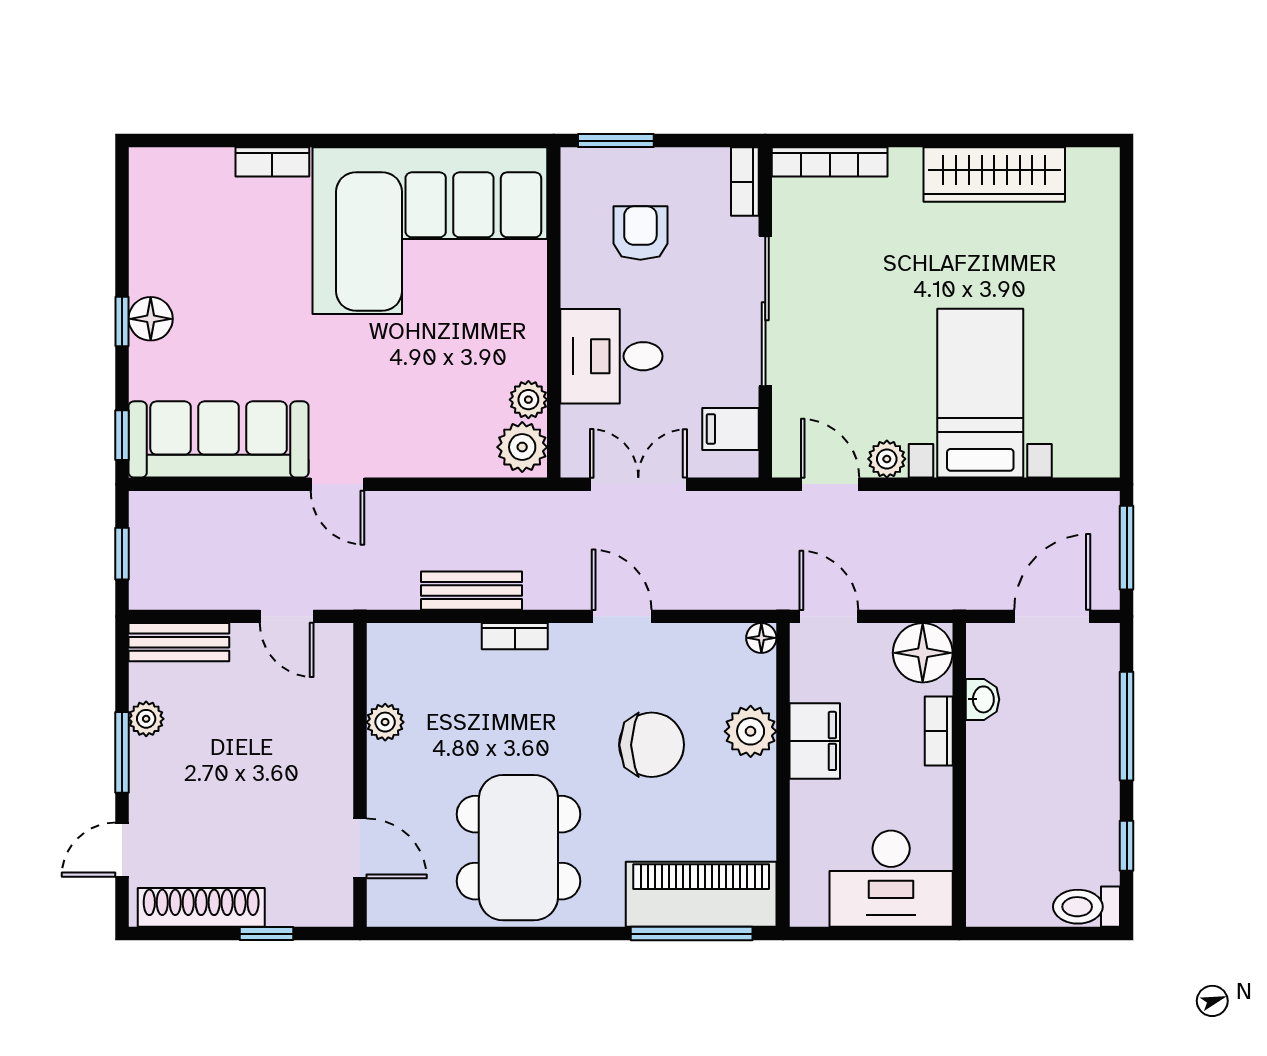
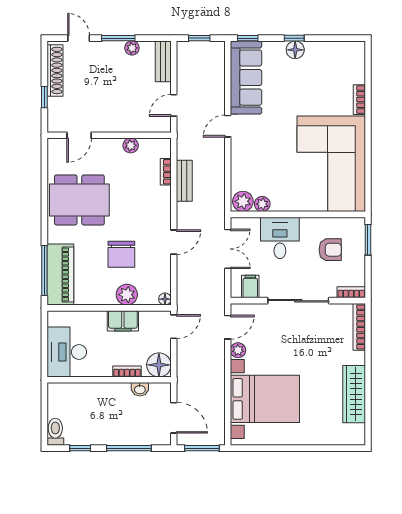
bed with nightstands: (980, 393) -> (265, 399), width x1.36
bookcase: (515, 636) -> (166, 172), moved

